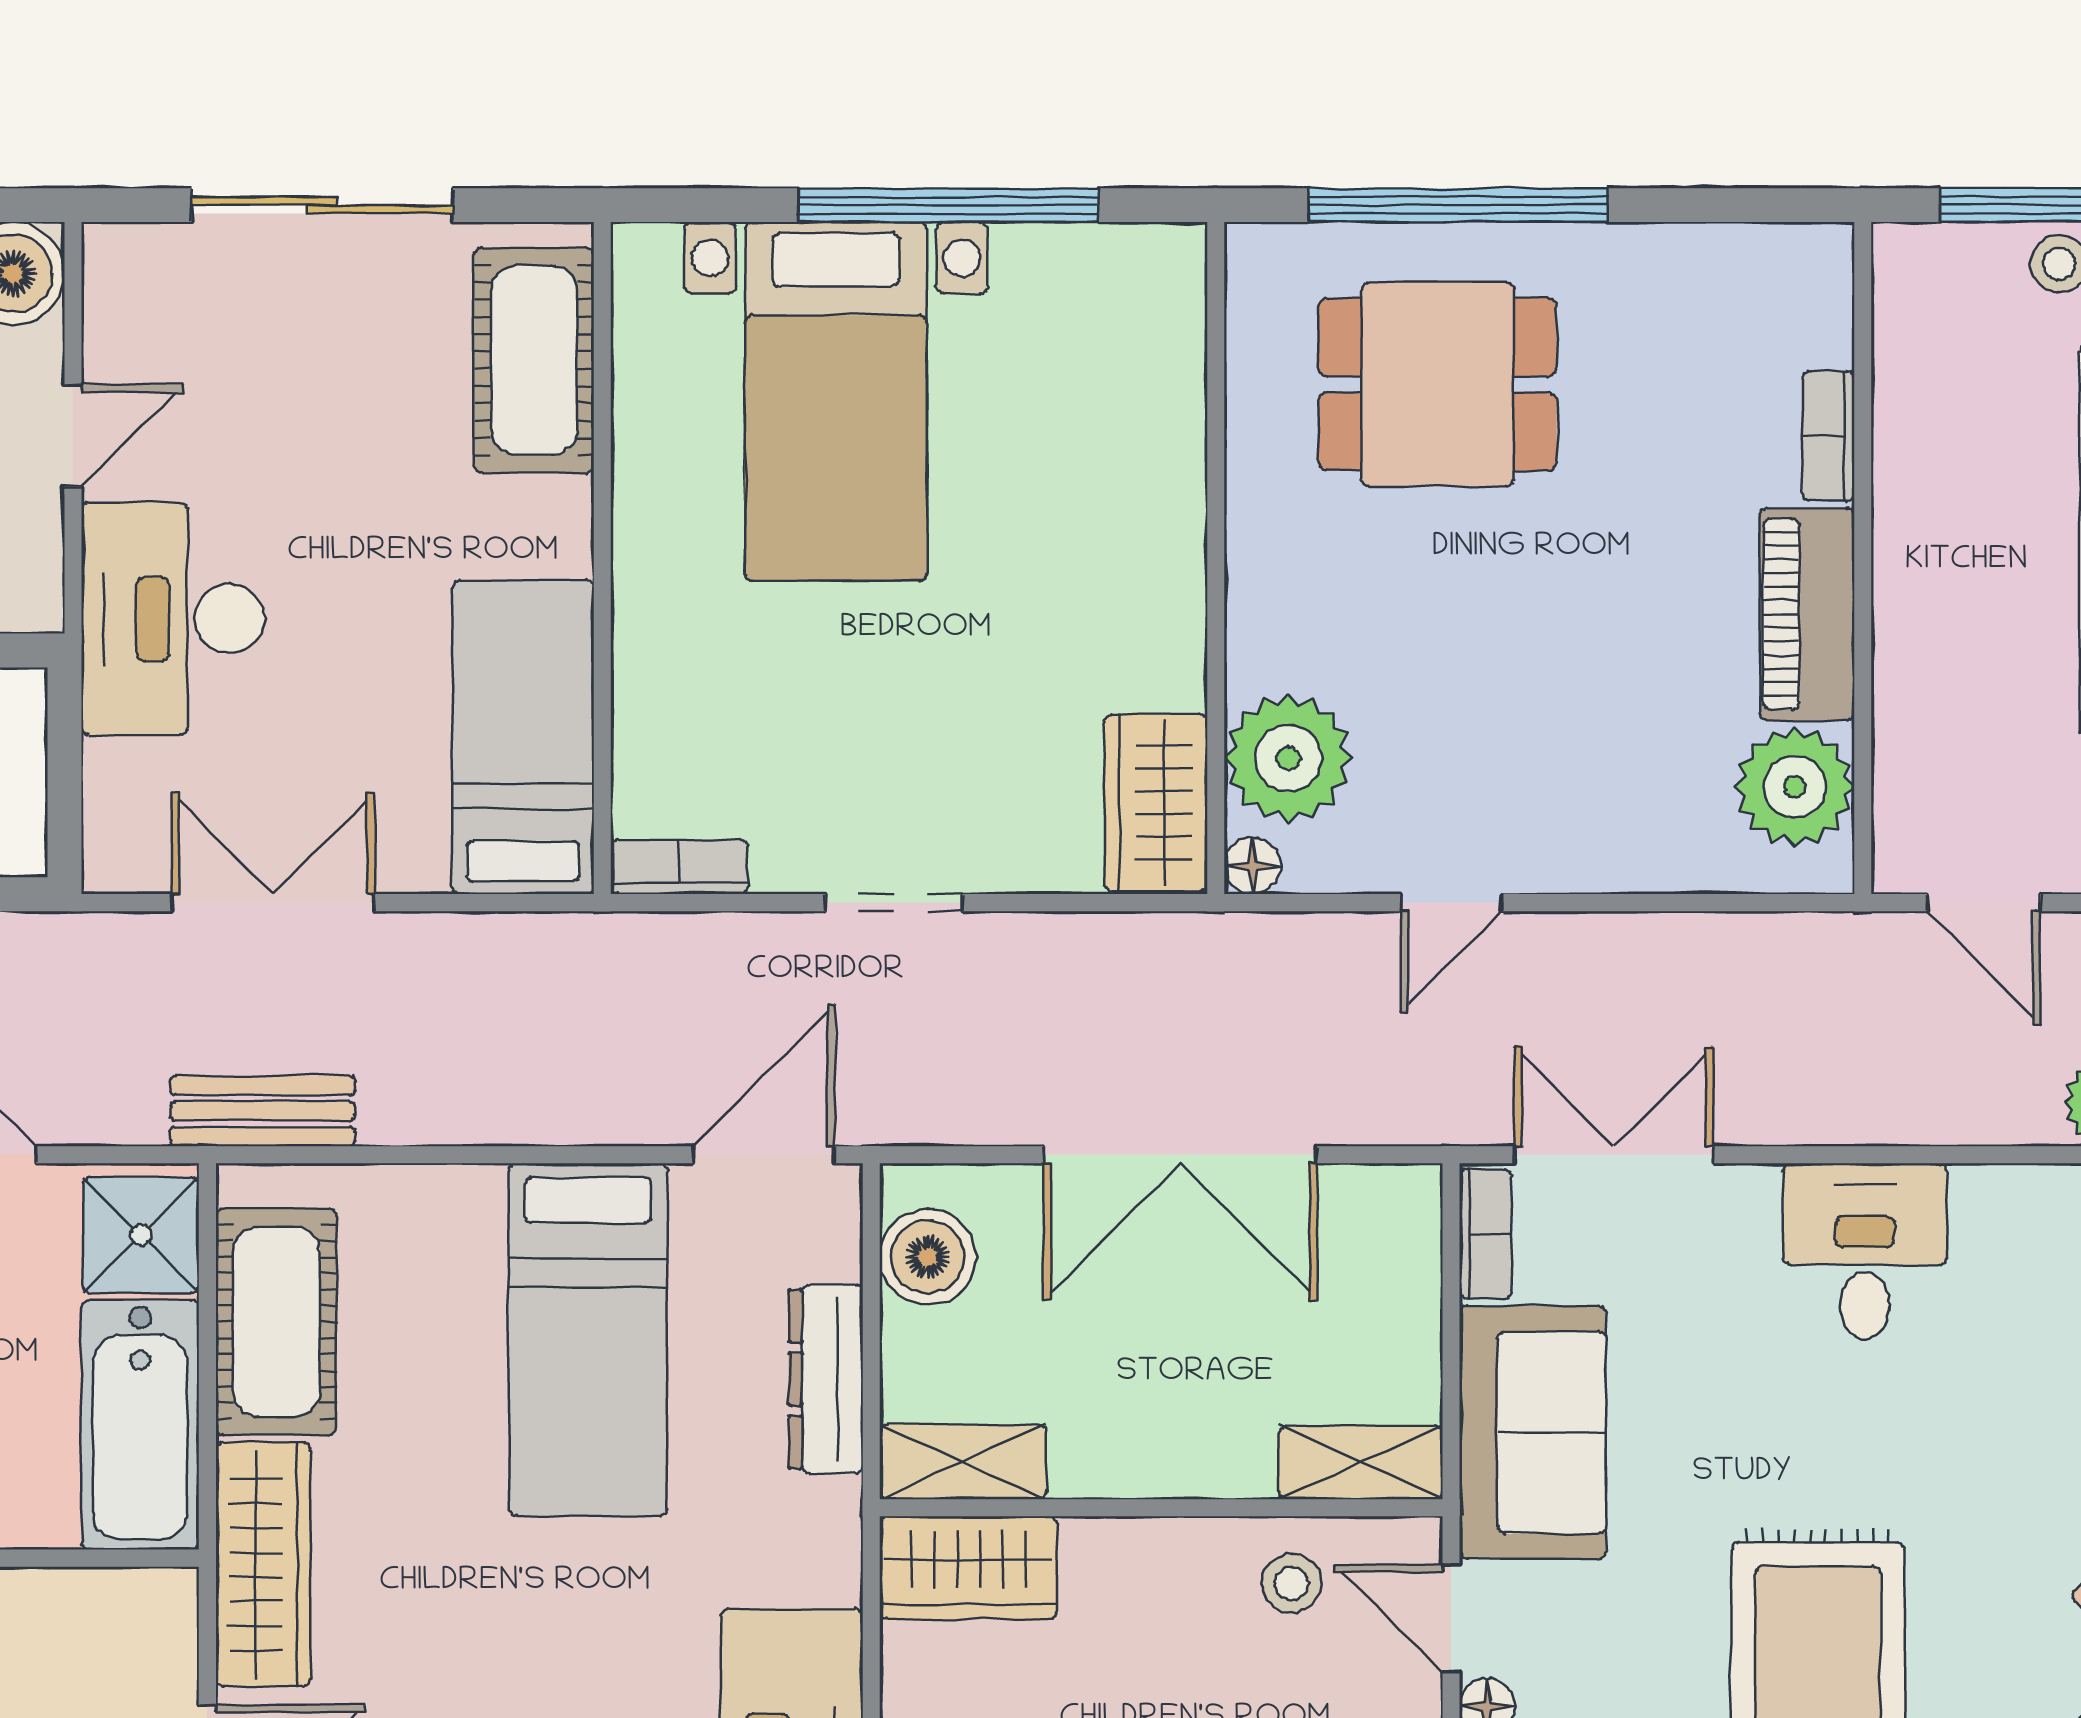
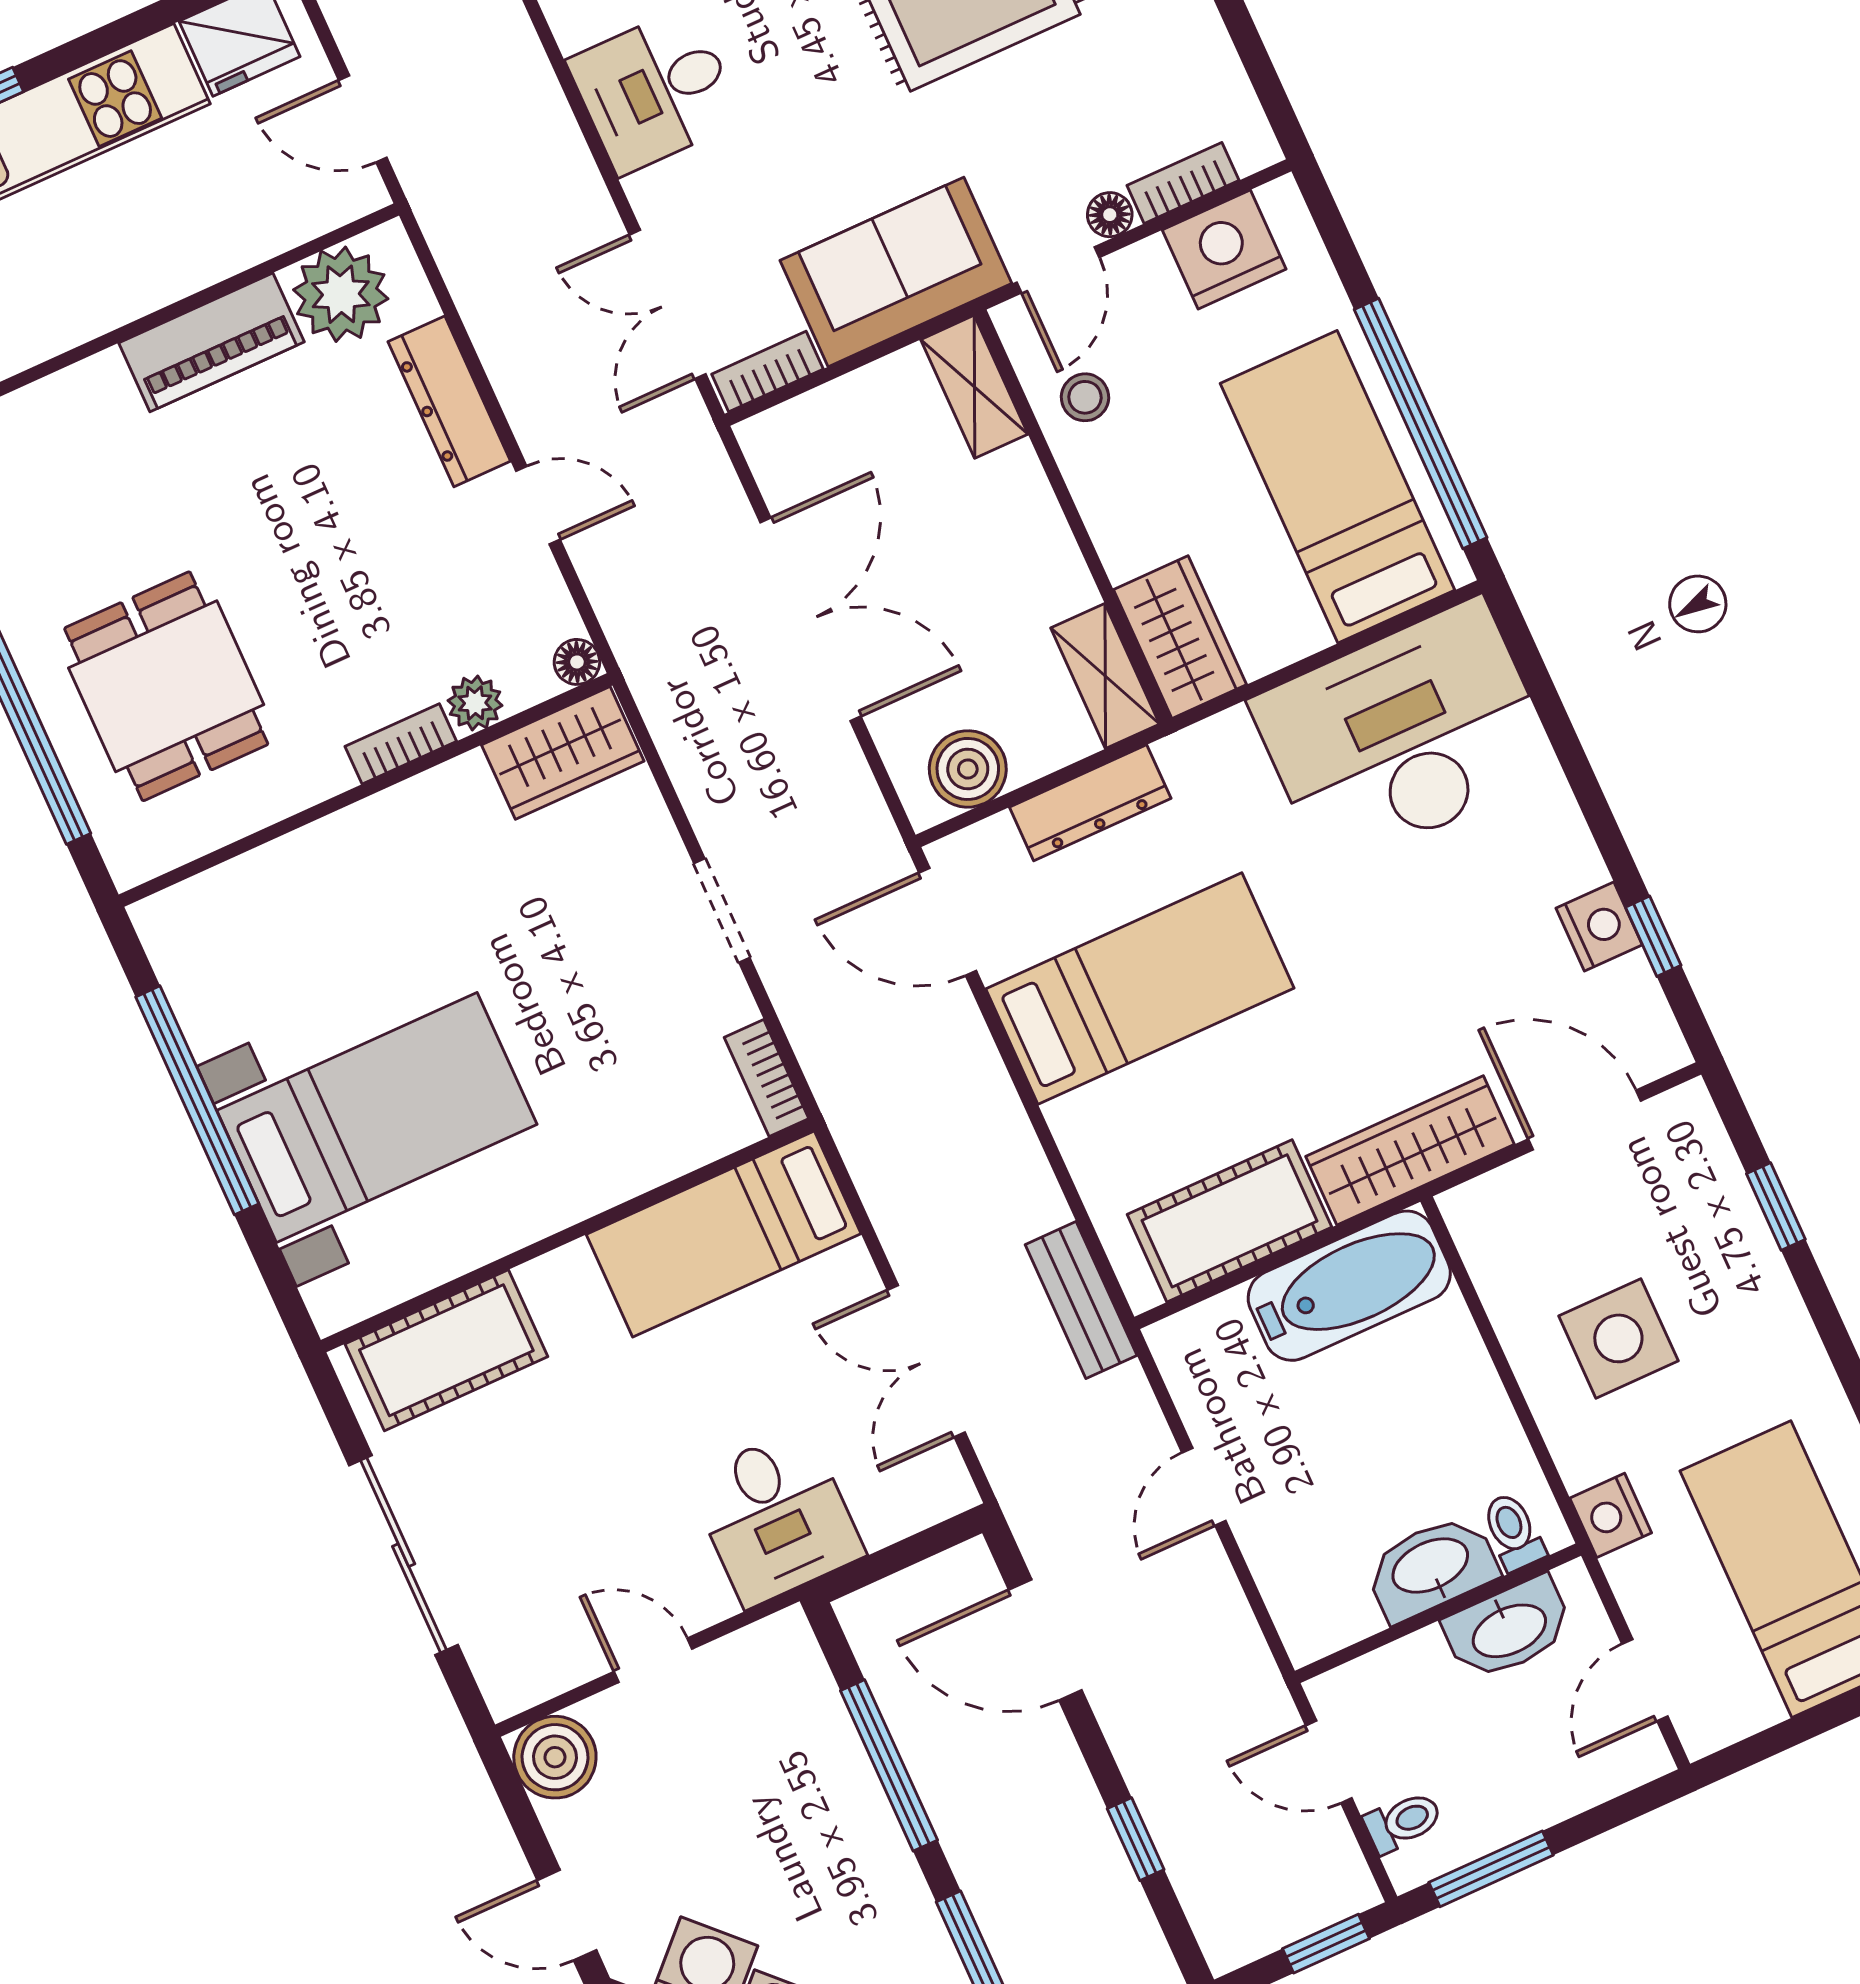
bookcase: (1828, 436) -> (401, 744), moved, turned 180
desk: (173, 619) -> (776, 1517), width x0.73
plant: (1288, 758) -> (475, 703), width x0.53, depth x0.53
dresser: (1616, 855) -> (449, 401), added
door: (1984, 903) -> (363, 119), swing flipped
shower: (141, 1235) -> (1211, 1348), removed

